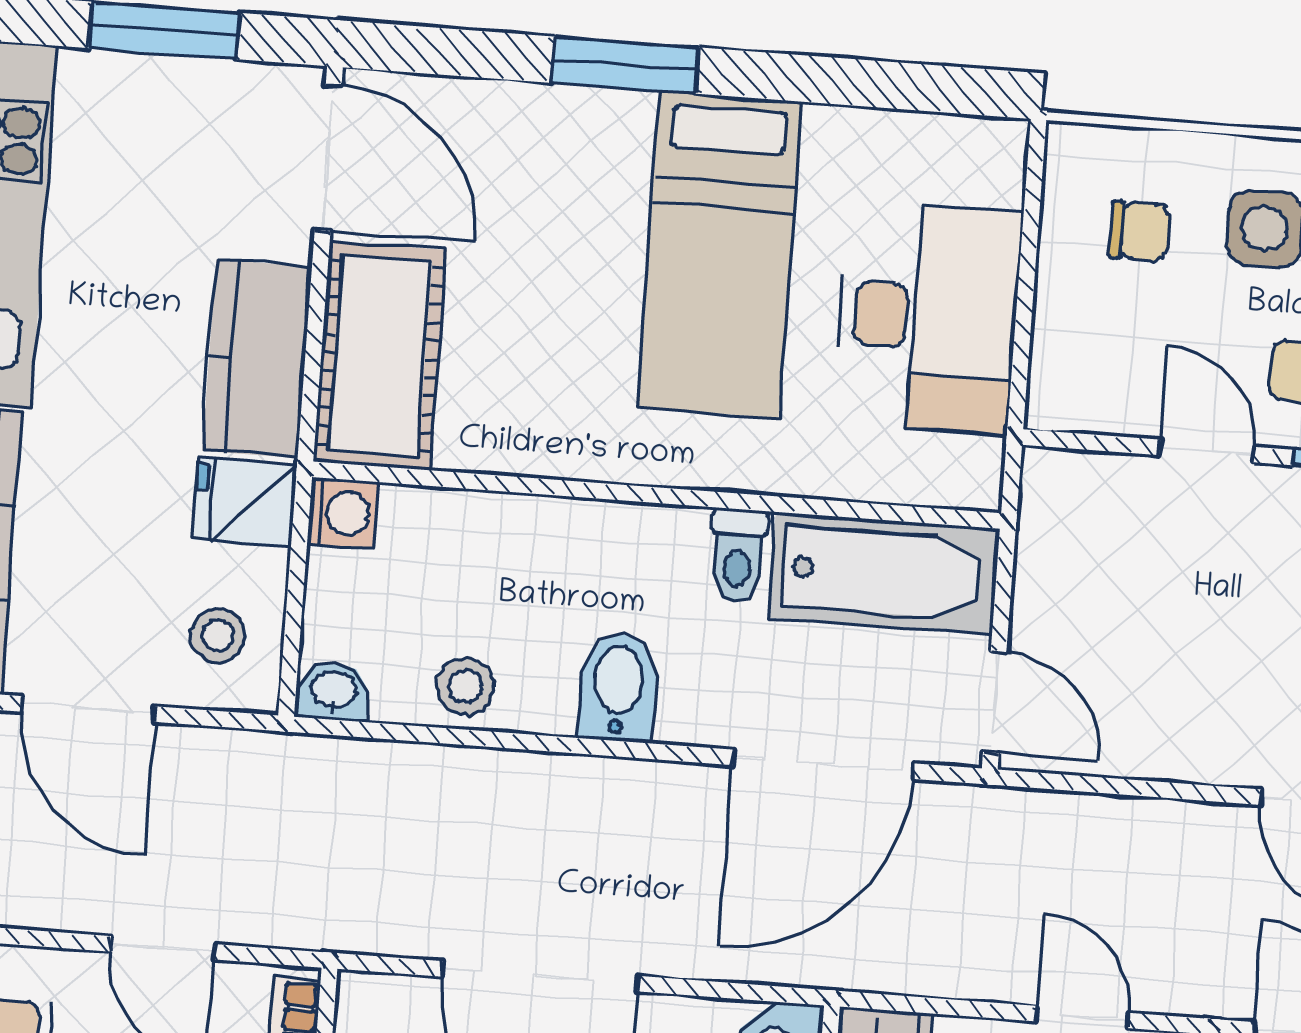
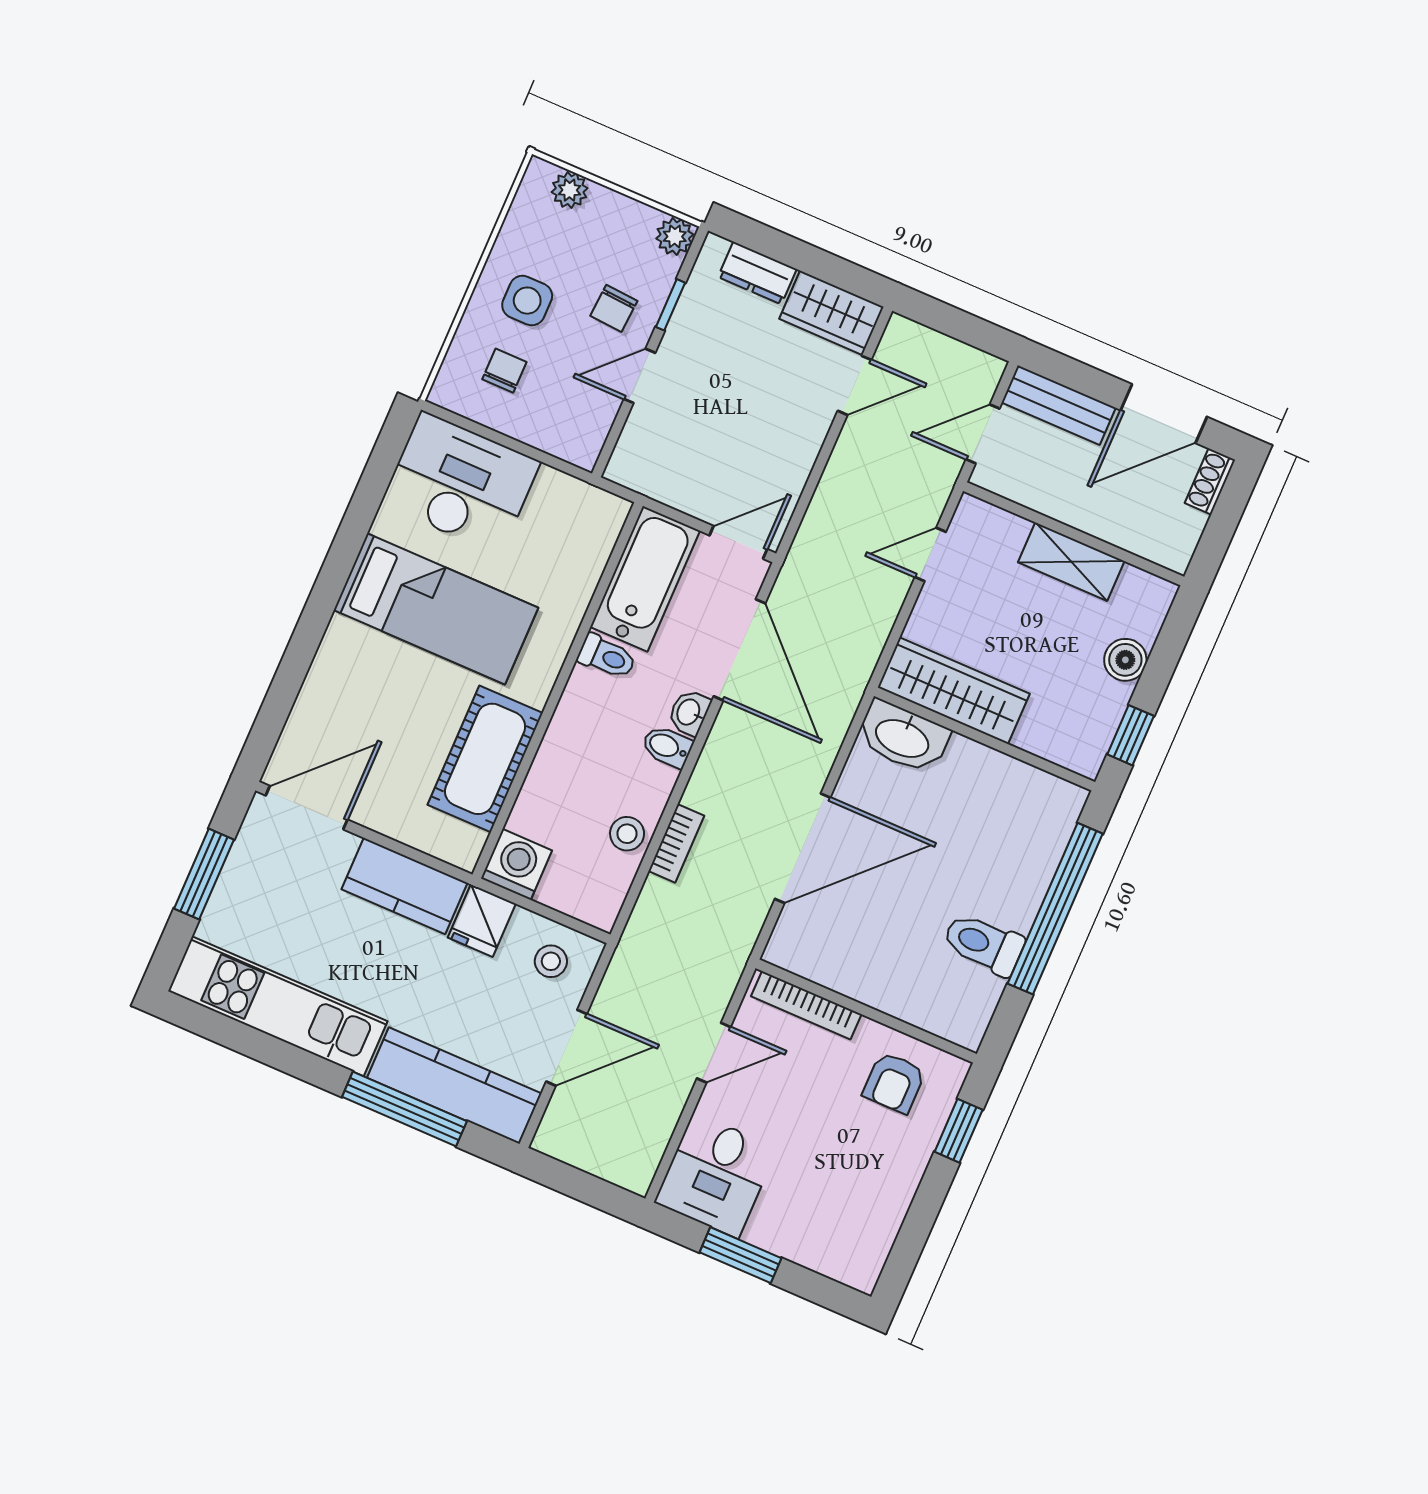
window: (625, 65) -> (312, 625), removed
desk: (928, 317) -> (461, 483), moved
cot: (380, 356) -> (485, 759), moved, turned 90
washing machine: (343, 513) -> (517, 864), width x1.38, depth x1.38
bidet: (618, 687) -> (667, 747), width x0.72, depth x0.74
washbasin: (333, 691) -> (689, 712), moved
bookcase: (477, 771) -> (676, 843), added

